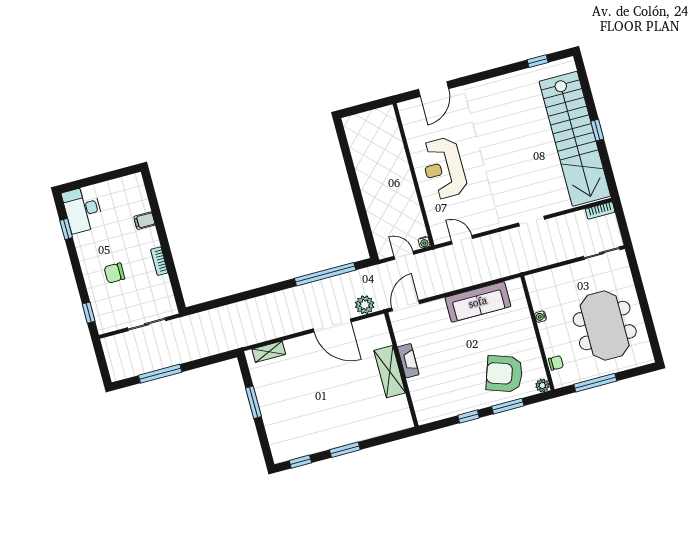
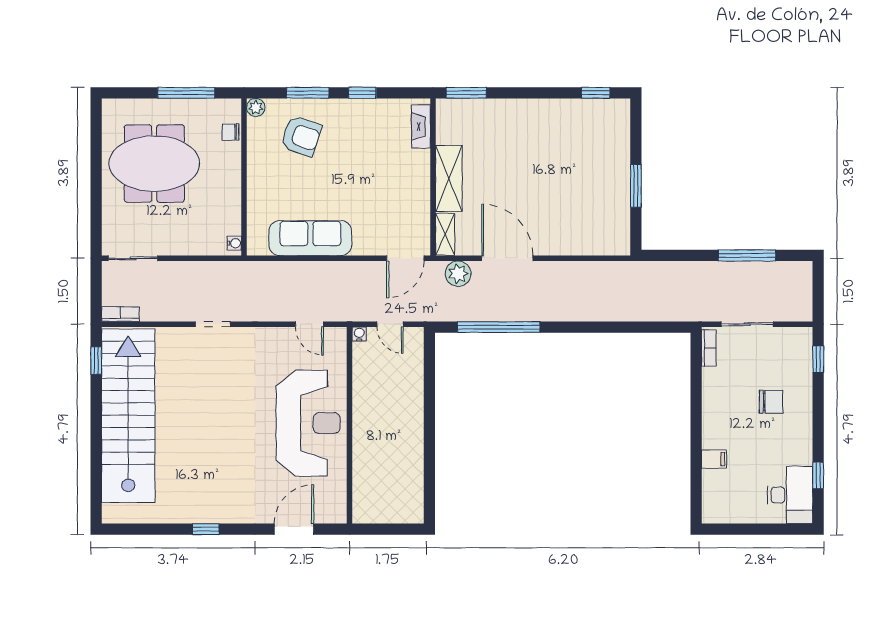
window: (538, 61) -> (206, 529), moved
window: (597, 130) -> (96, 361), moved
reception desk: (444, 168) -> (308, 423), width x1.36, depth x1.30
bookcase: (159, 261) -> (709, 348), moved
water cooler: (540, 317) -> (234, 243), moved
meeting table: (605, 325) -> (154, 164), turned 90
shelving: (269, 352) -> (445, 234), moved, turned 90
fireplace: (408, 361) -> (421, 127), moved
armchair: (504, 374) -> (301, 136), width x0.73, depth x0.73
window: (345, 450) -> (466, 93), moved

